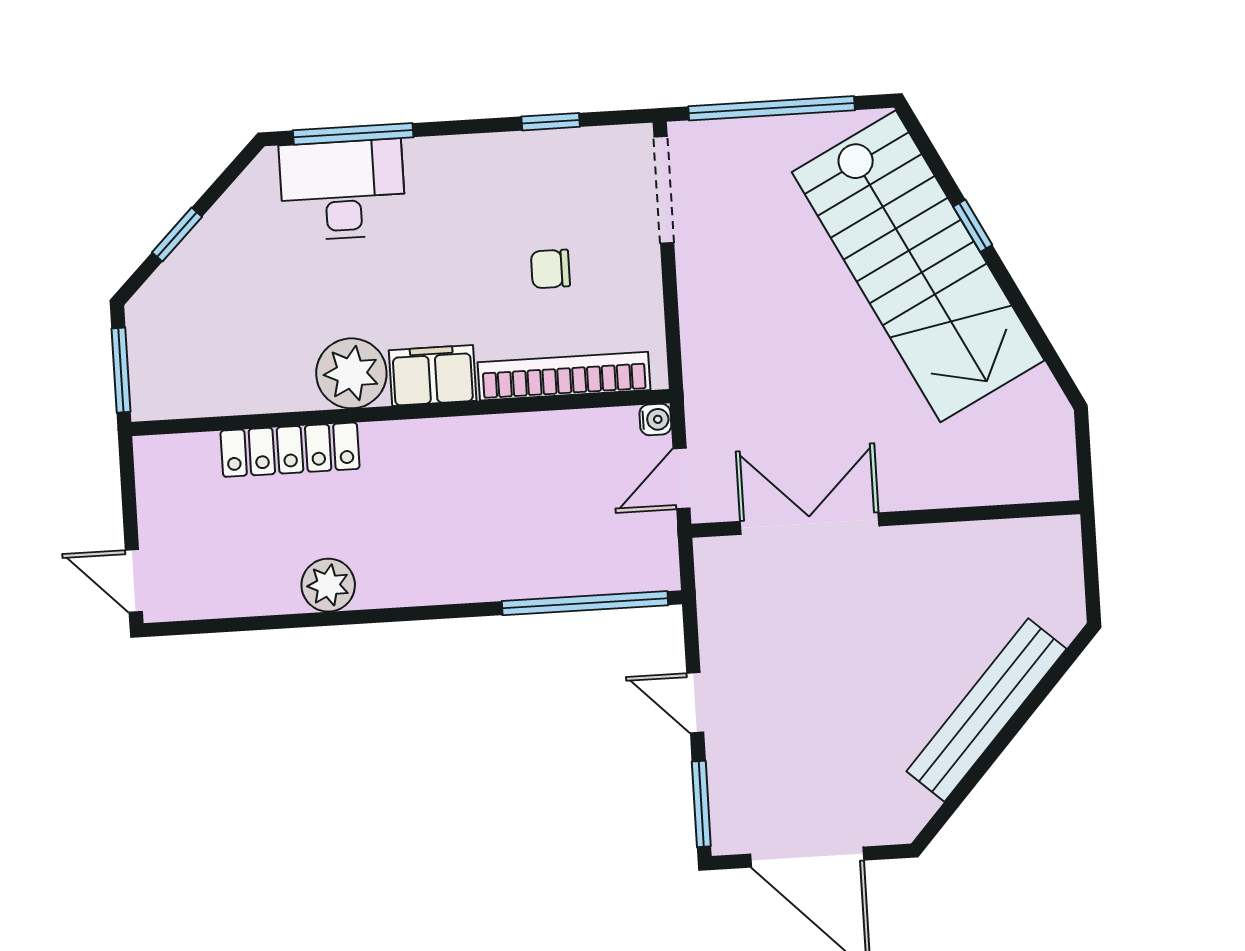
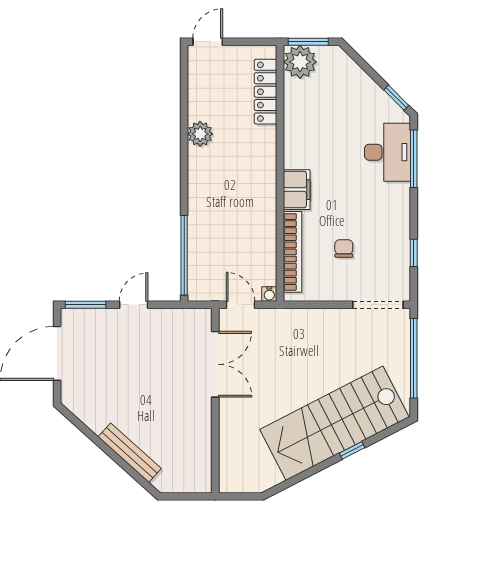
window: (177, 235) -> (396, 98), moved
plant: (351, 373) -> (300, 62), moved
locker: (290, 450) -> (266, 92), moved
bench: (986, 710) -> (130, 453), width x0.73, depth x0.82

